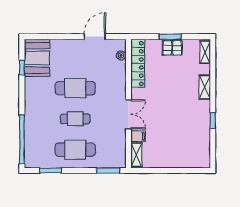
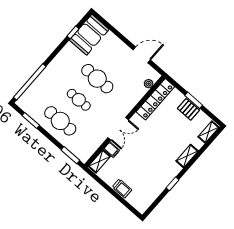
trolley: (175, 161) -> (122, 188), added

